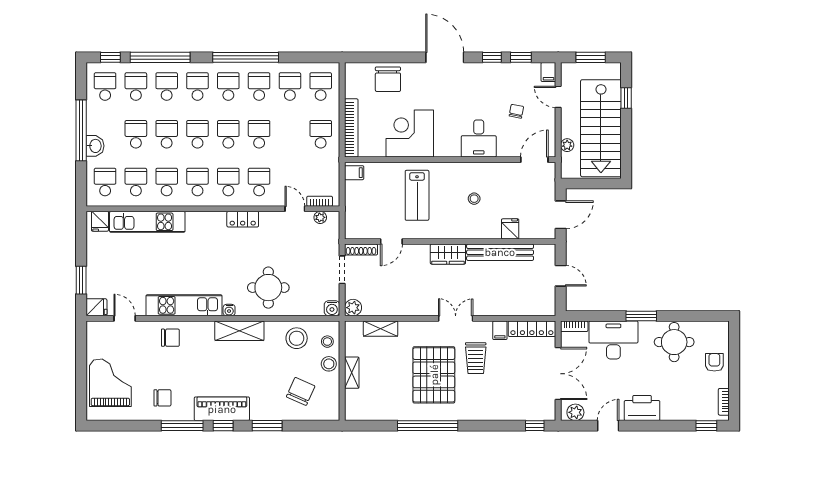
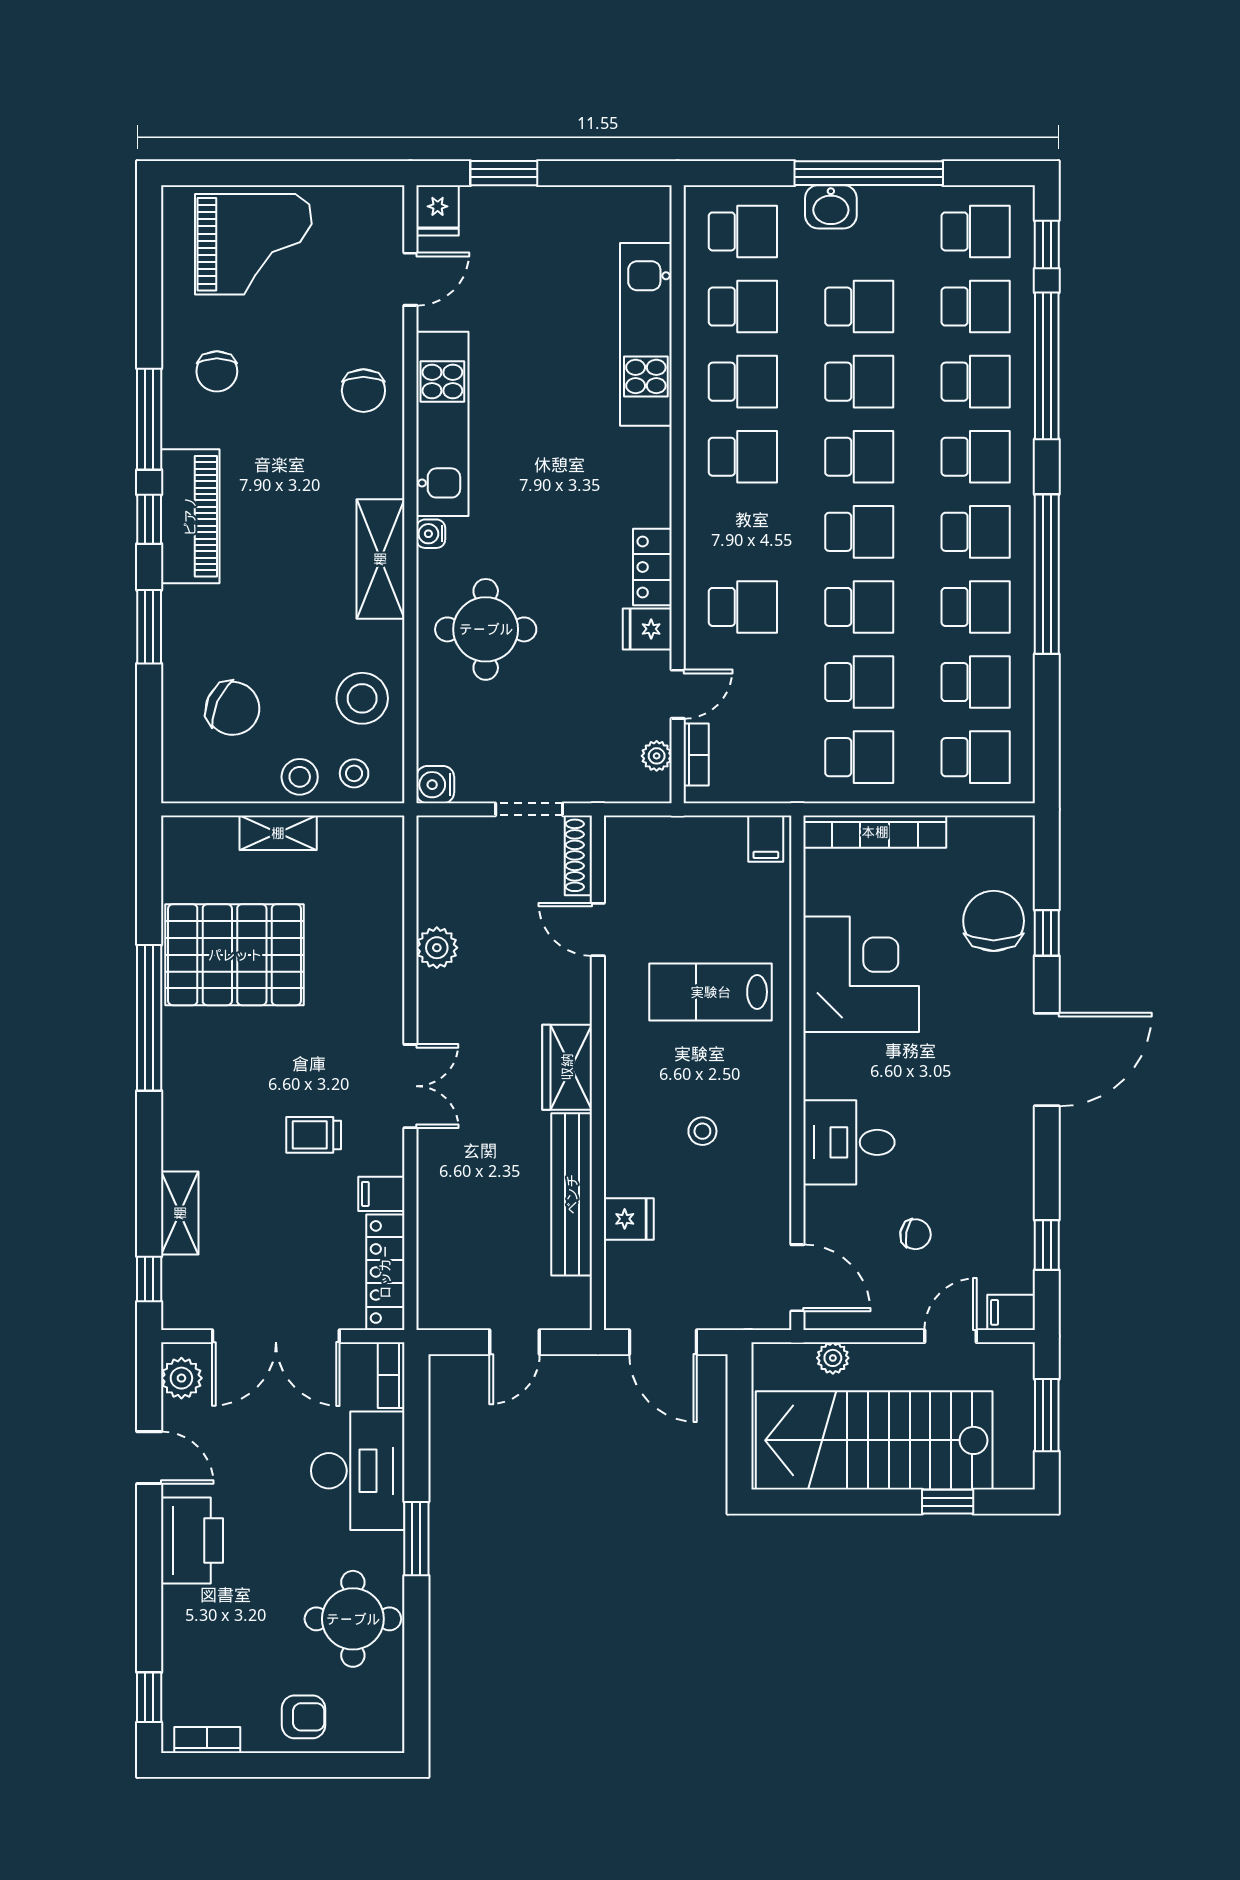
window: (492, 57) -> (1047, 933), moved
chair: (388, 79) -> (994, 921), turned 90
school desk: (228, 182) -> (859, 682), moved
fridge: (100, 221) -> (647, 629), moved
plant: (353, 308) -> (437, 948), moved
shelving: (381, 329) -> (180, 1213), moved
trolley: (476, 358) -> (314, 1135), width x0.73, depth x0.72
pallet: (434, 375) -> (235, 955), moved

